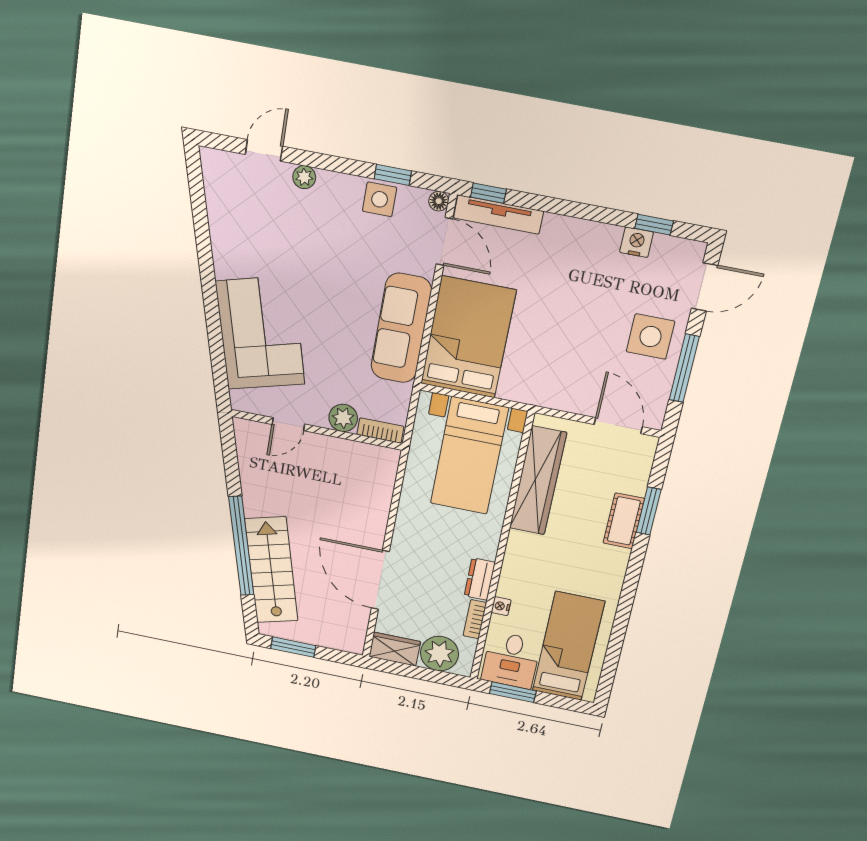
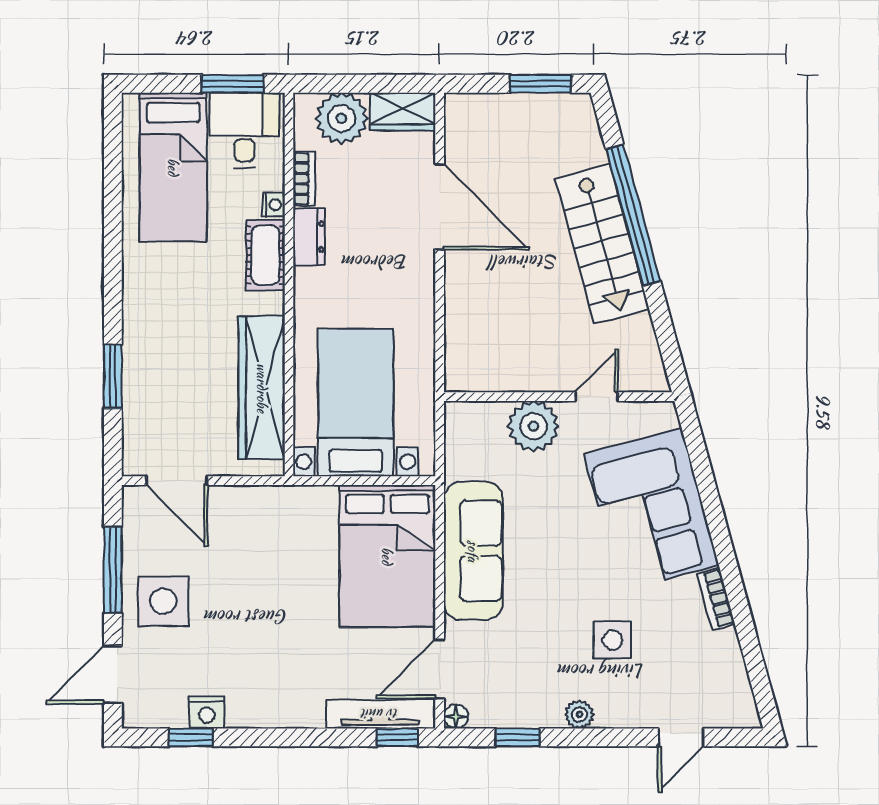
plant: (304, 177) -> (579, 714), moved
side table: (380, 199) -> (612, 640), moved
door: (444, 242) -> (440, 669), hinge flipped
plant: (343, 418) -> (533, 426), width x1.36, depth x1.36
bookcase: (380, 430) -> (716, 599), moved, turned 75
cot: (624, 521) -> (265, 255), moved
stairs: (271, 570) -> (602, 244), moved

